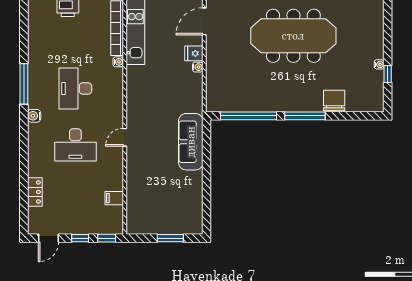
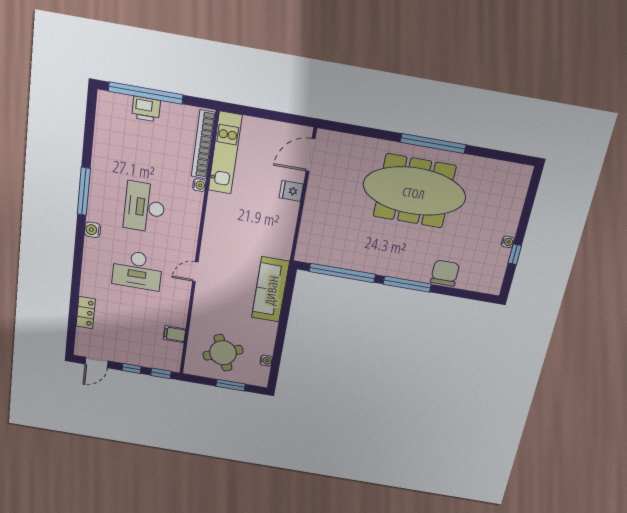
water cooler: (198, 67) -> (266, 361), moved
round table: (159, 208) -> (223, 353), added

